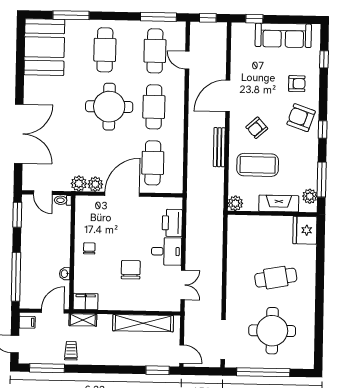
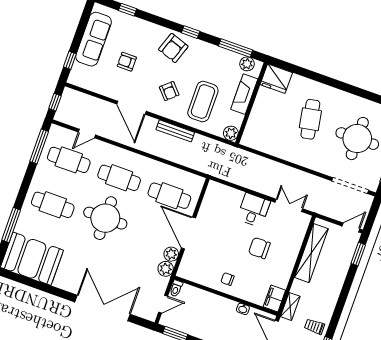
armchair: (297, 84) -> (127, 62), moved, turned -90
printer: (172, 223) -> (230, 196), removed

